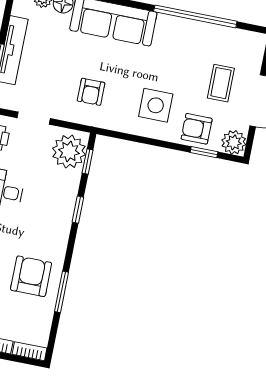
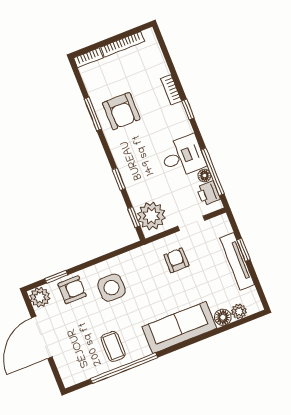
coffee table: (221, 83) -> (113, 346), moved
armchair: (91, 92) -> (176, 260), moved

